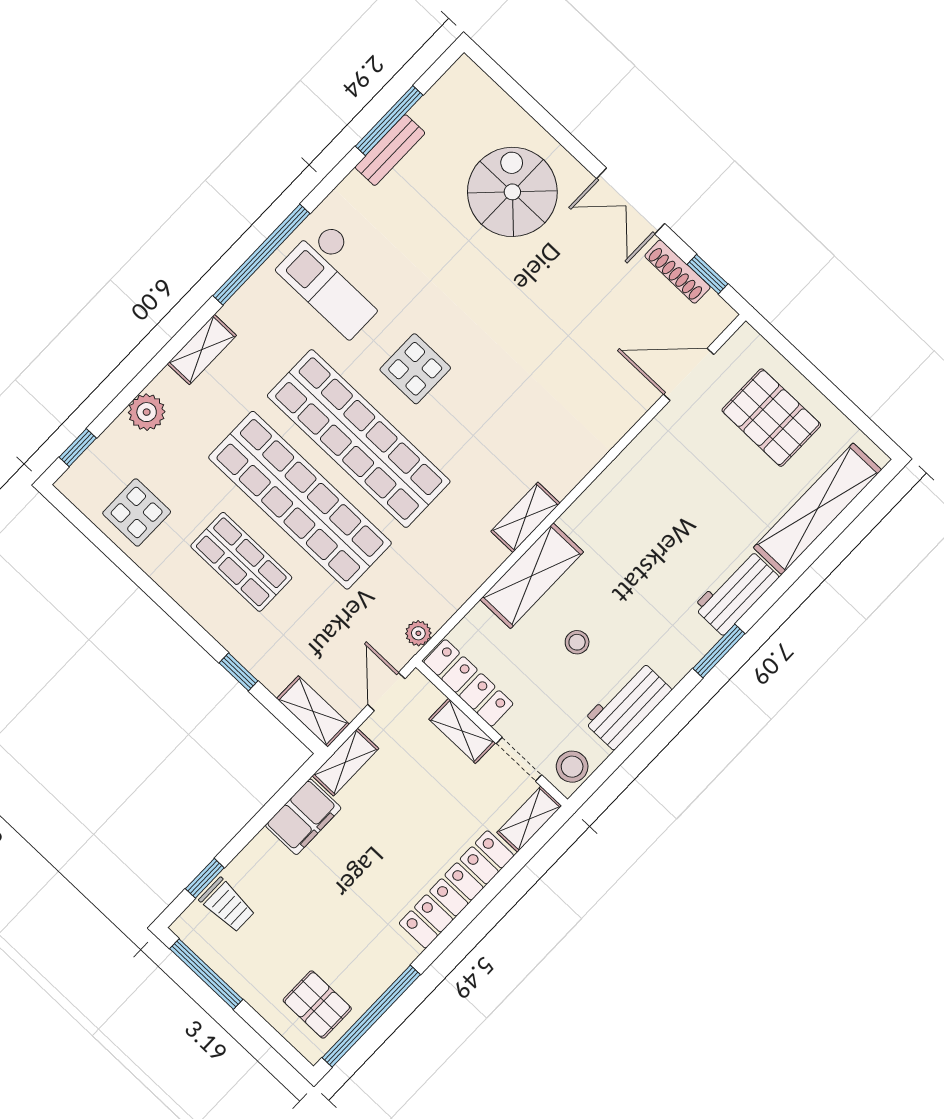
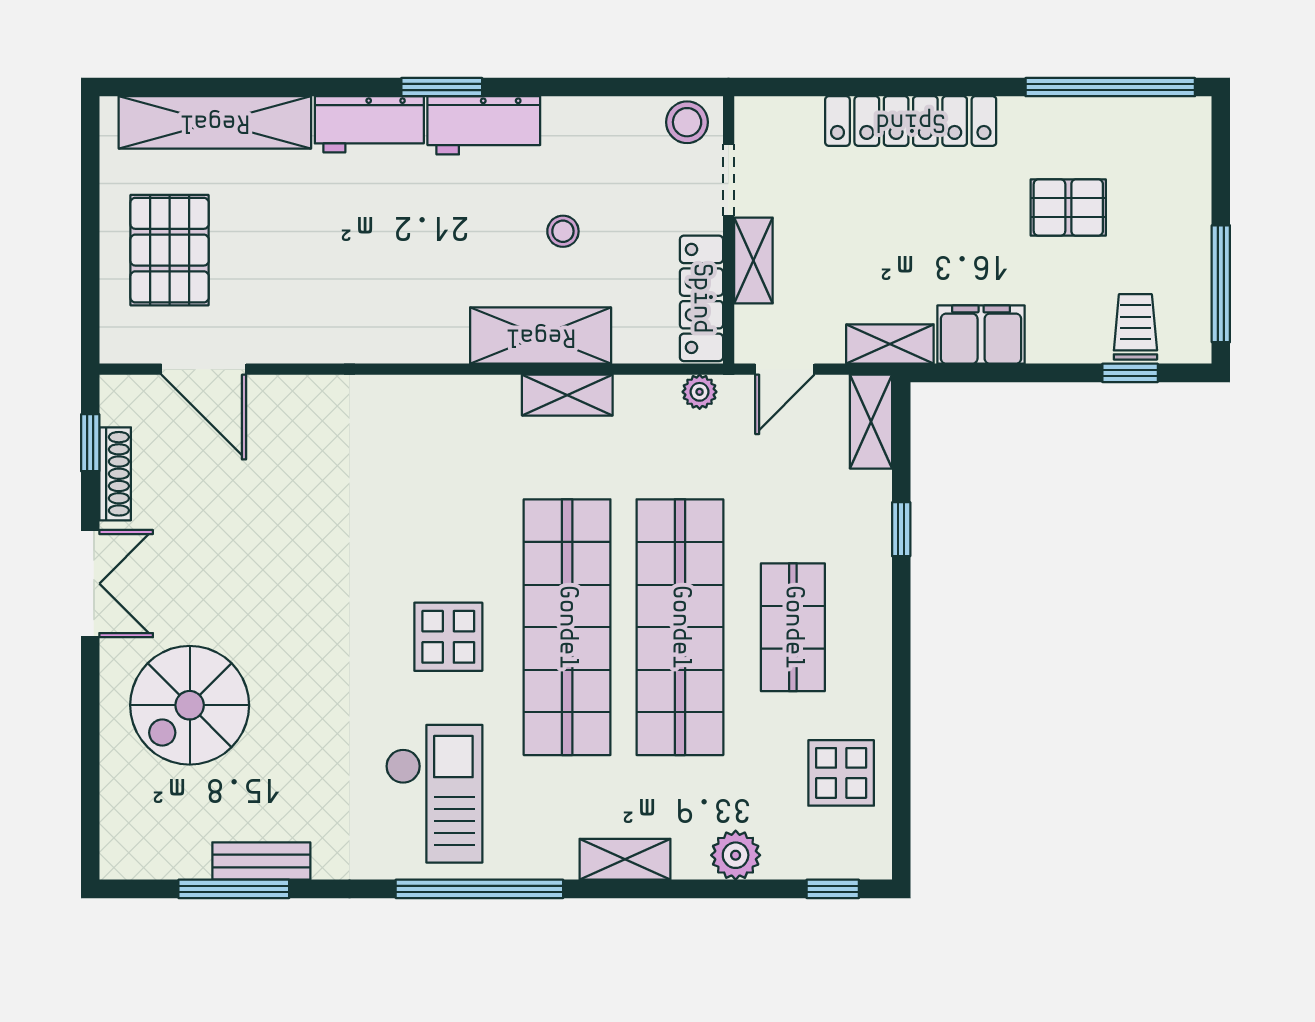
shelving: (525, 517) -> (567, 395), moved
workbench: (627, 705) -> (484, 125), moved
shelving: (529, 819) -> (777, 115), removed
pallet: (317, 1005) -> (1068, 208), moved, turned 90

